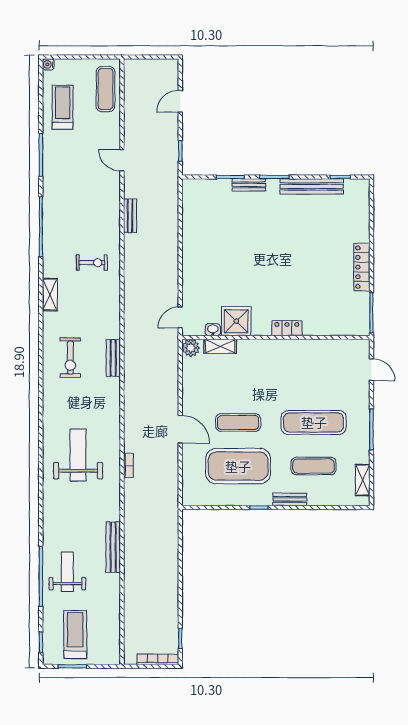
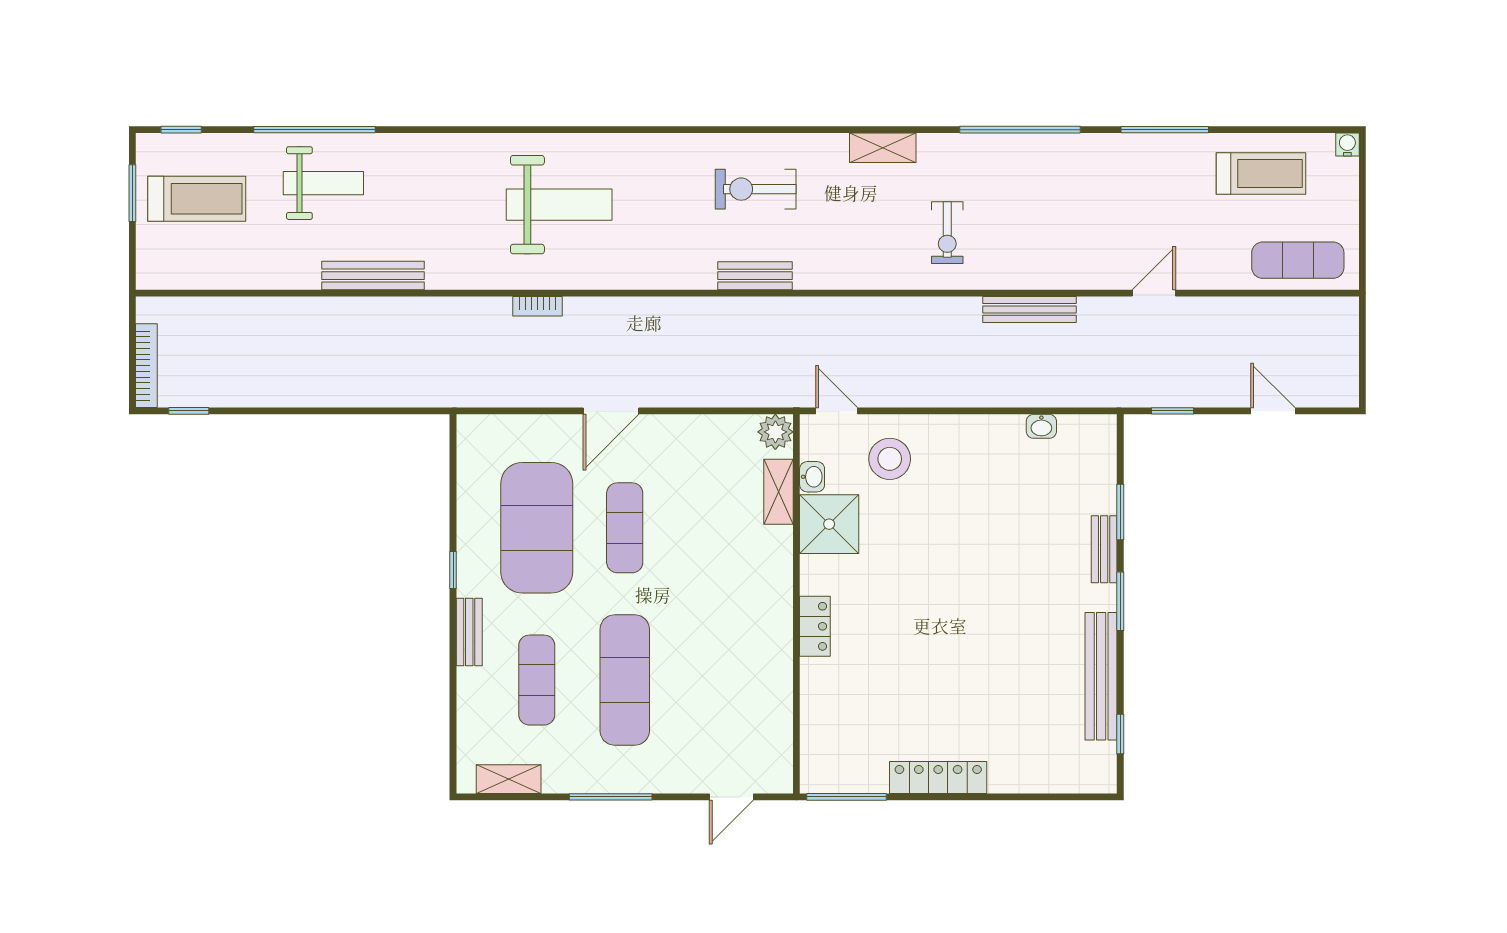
bench: (130, 216) -> (1030, 309), width x1.36
washbasin: (188, 216) -> (1041, 426), added
stool: (204, 291) -> (890, 459), added

